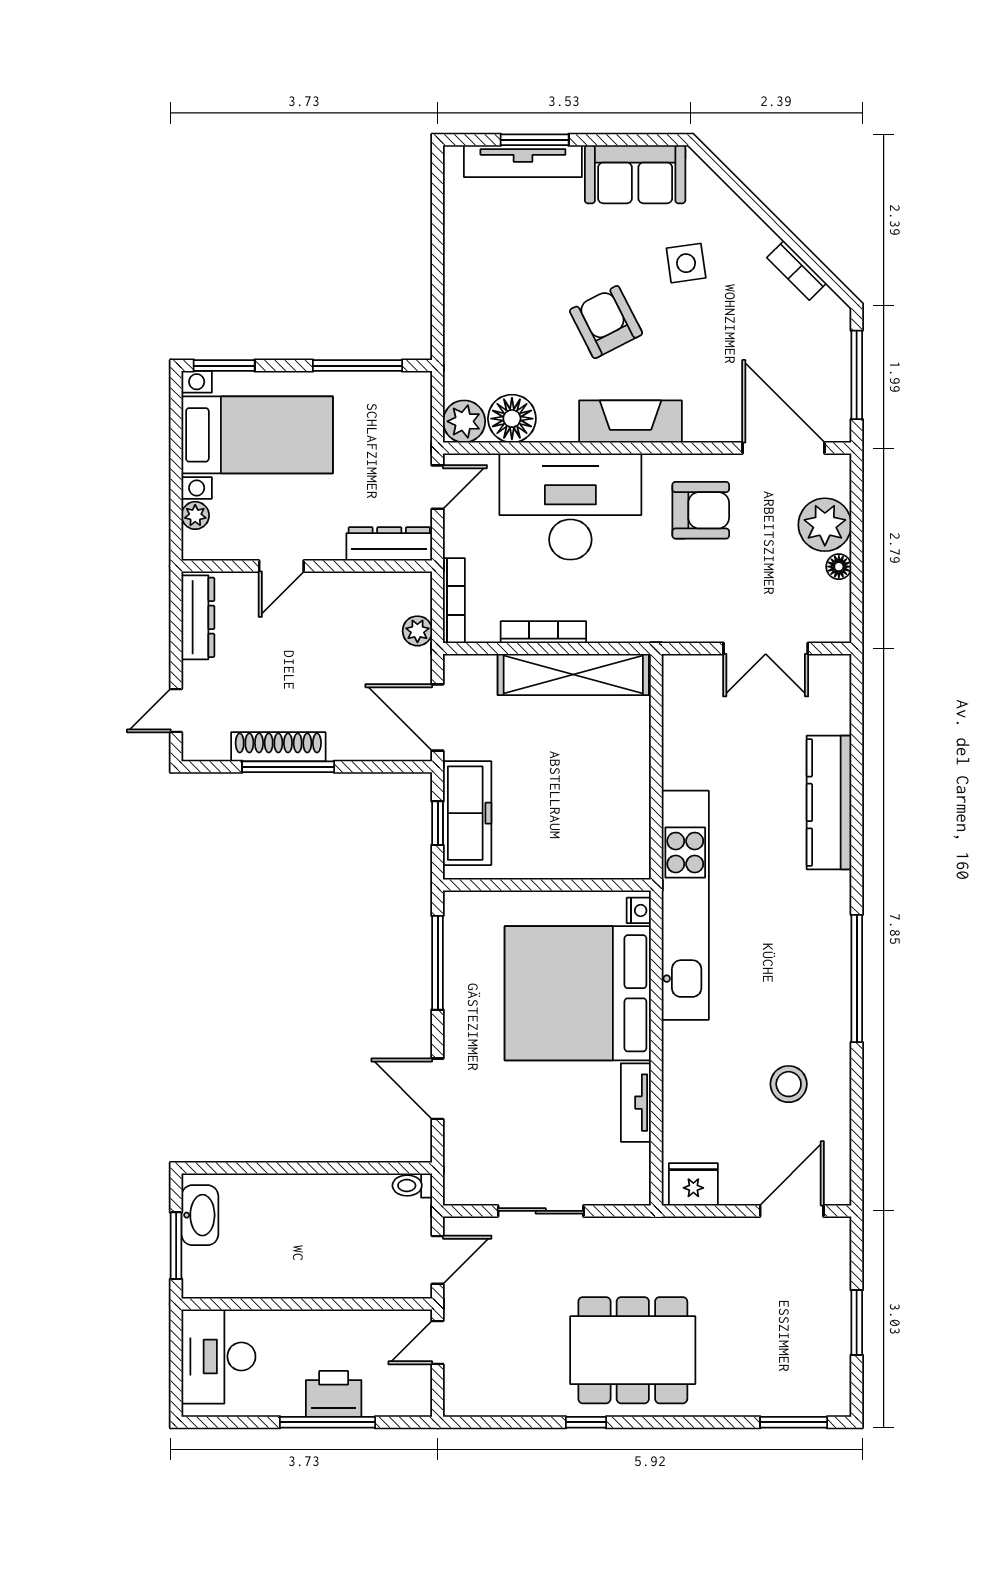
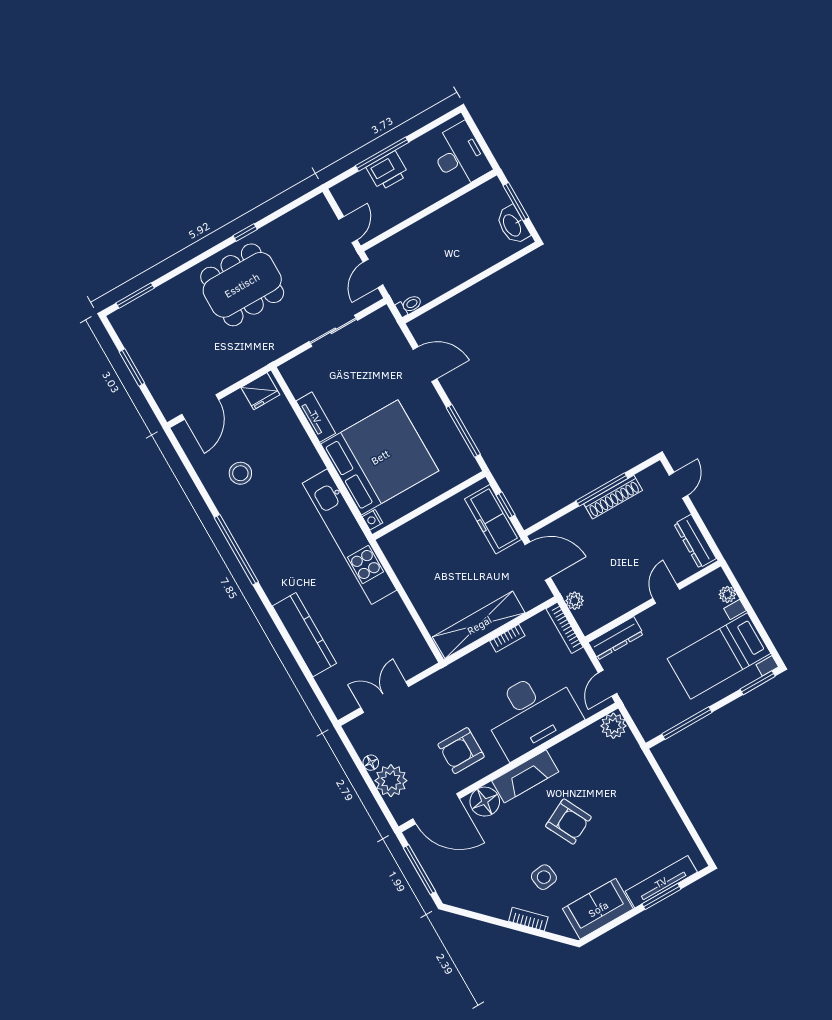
bookcase: (797, 270) -> (528, 919), moved
floor lamp: (512, 419) -> (485, 802), moved
bookcase: (543, 632) -> (507, 638), width x0.64

